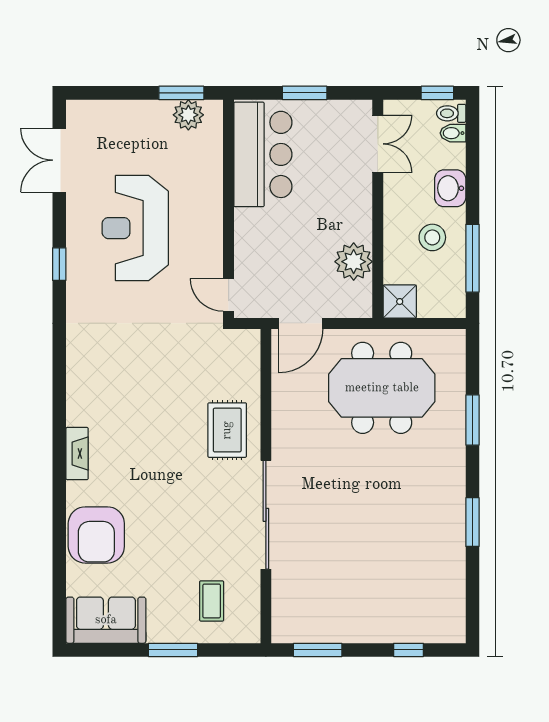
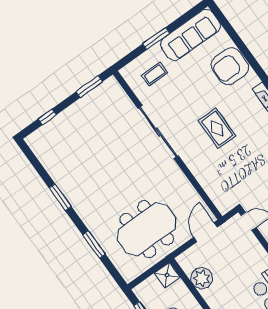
rug: (227, 430) -> (217, 128), moved
armchair: (96, 535) -> (230, 66), turned -90
coffee table: (212, 601) -> (155, 74), turned 90
sofa: (106, 620) -> (190, 35), width x1.36

